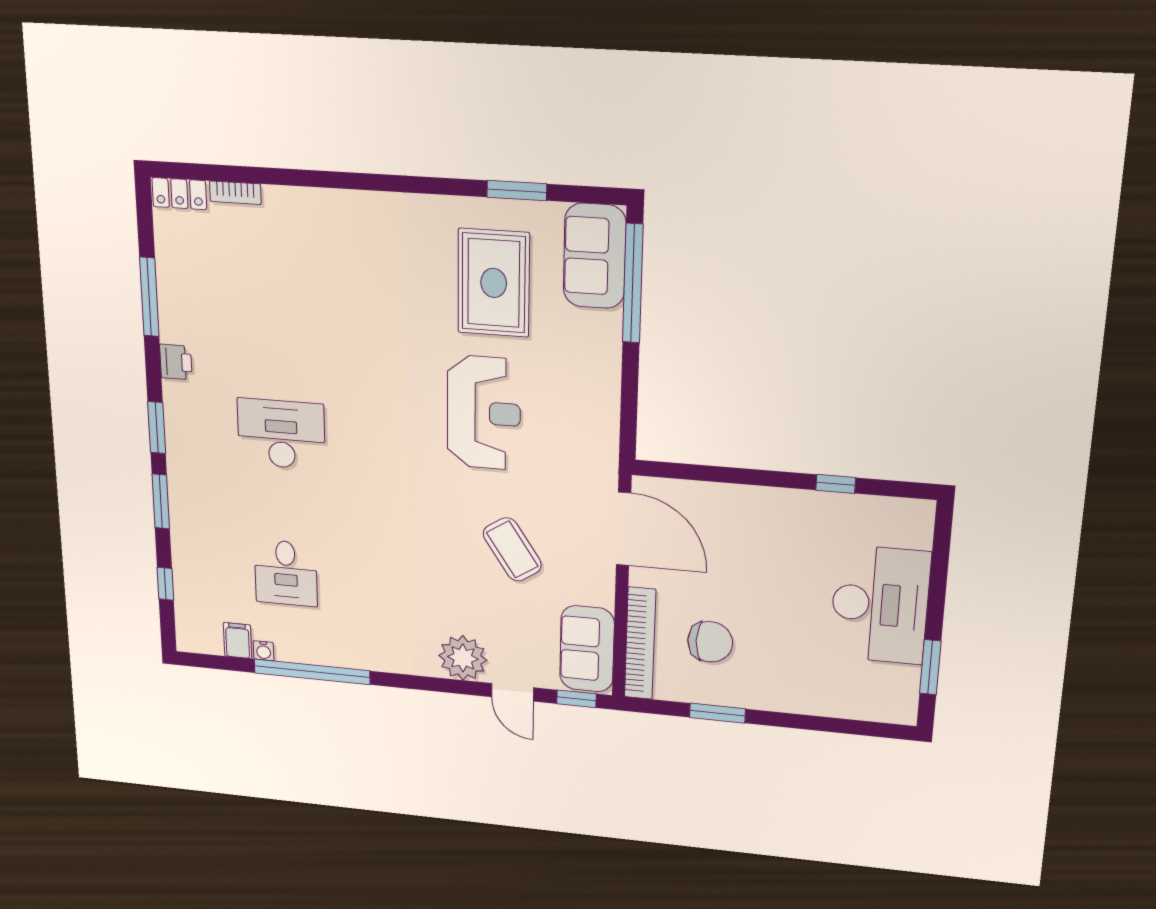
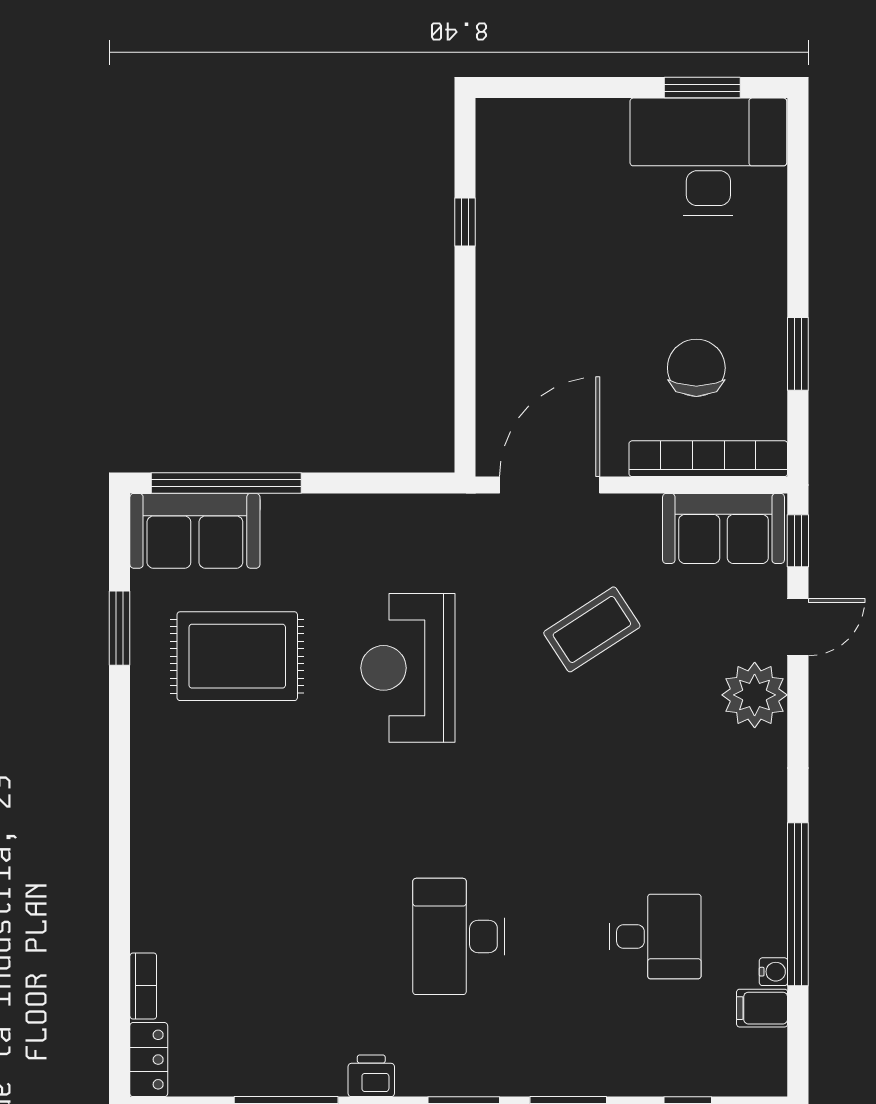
reception desk: (484, 413) -> (408, 668), turned -90
desk: (880, 605) -> (708, 157), moved

